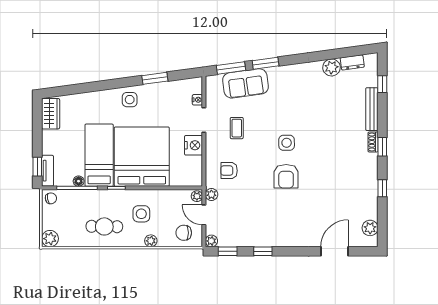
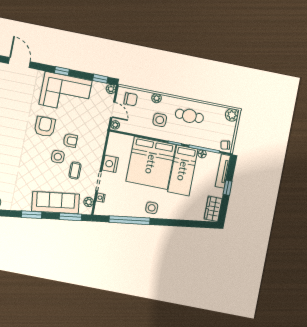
window: (266, 63) -> (32, 215), moved
window: (155, 78) -> (130, 220), width x2.11
sofa: (246, 83) -> (56, 203), width x1.36
side table: (287, 143) -> (58, 157), moved
window: (37, 167) -> (228, 188), moved
tv unit: (48, 171) -> (223, 171), width x1.41
armchair: (229, 171) -> (70, 141), moved
plant: (211, 194) -> (89, 202), moved
corner sofa: (268, 225) -> (65, 92), added
window: (263, 251) -> (62, 71), moved
door: (334, 251) -> (19, 63), swing flipped

